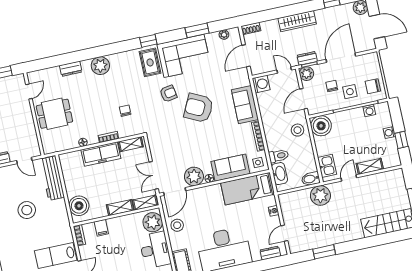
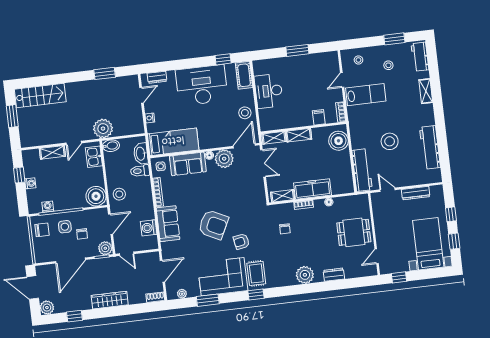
dresser: (307, 58) -> (103, 263), removed
washing machine: (261, 84) -> (149, 228), moved
plant: (153, 222) -> (268, 118), removed

